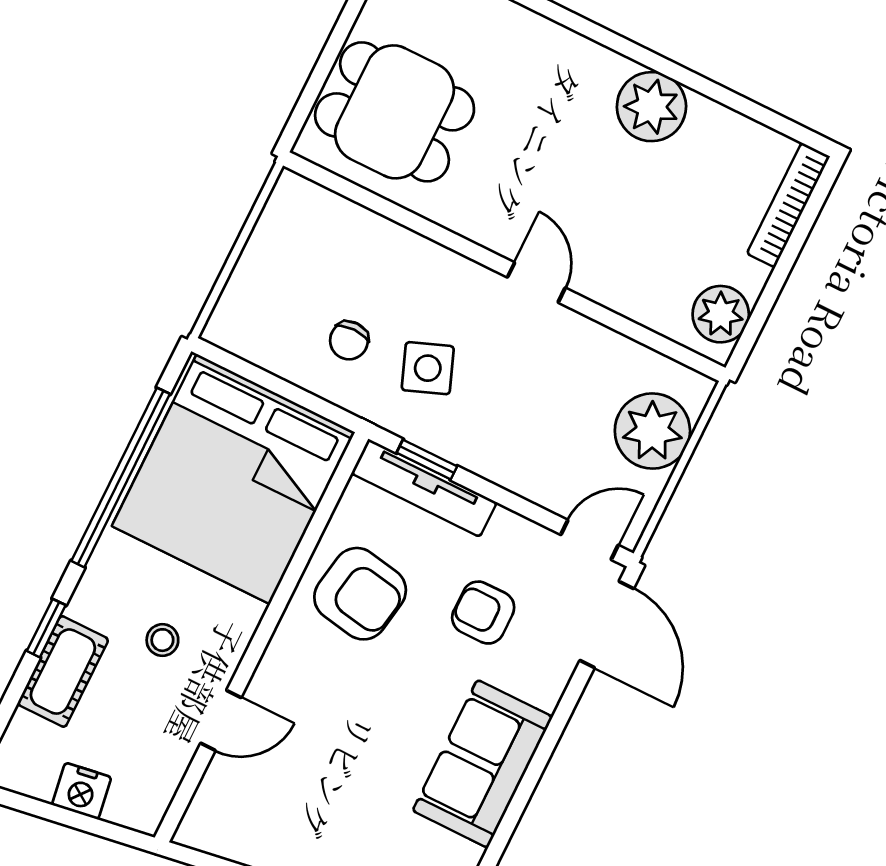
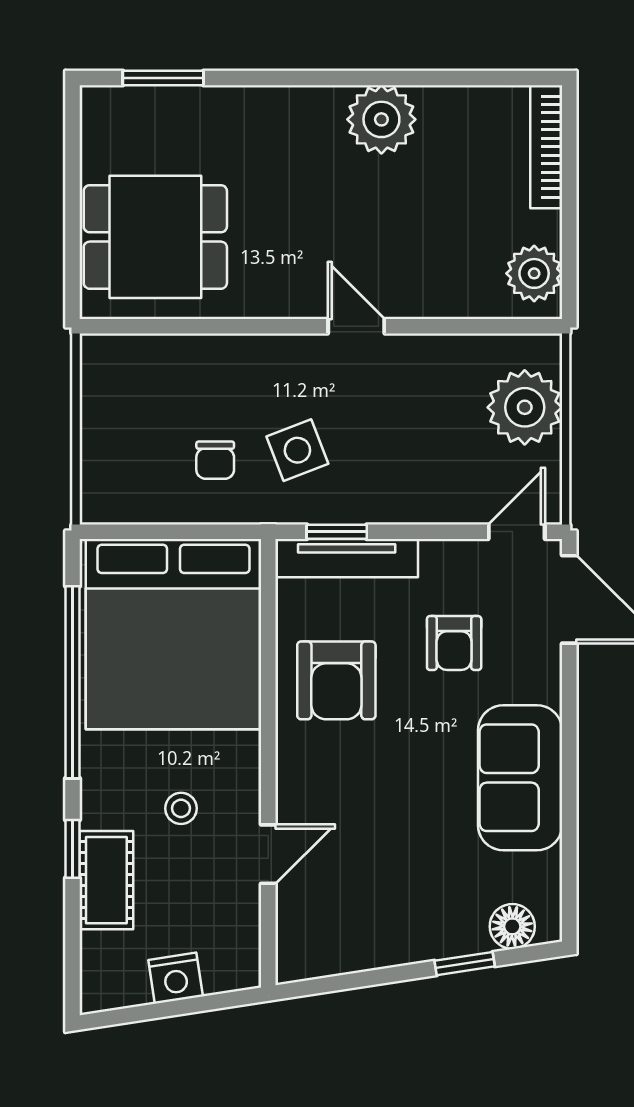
armchair: (360, 594) -> (336, 680), turned 80
armchair: (483, 613) -> (454, 643), turned -90

